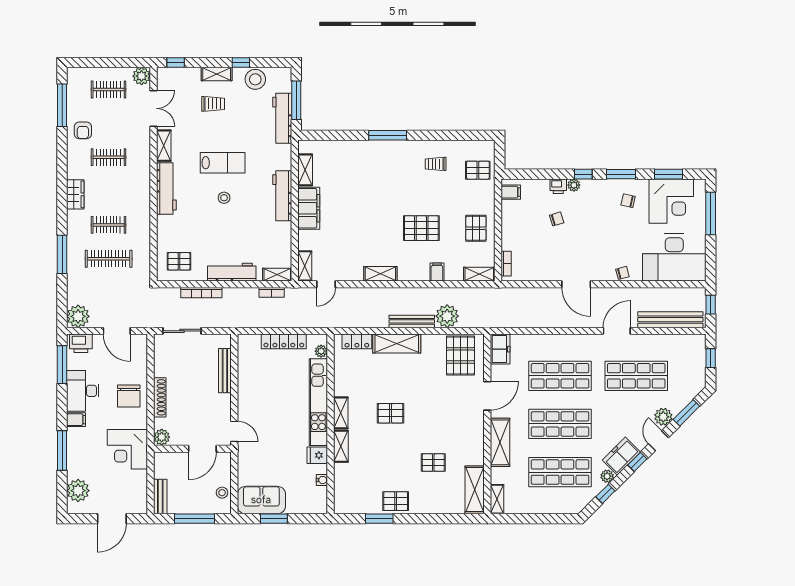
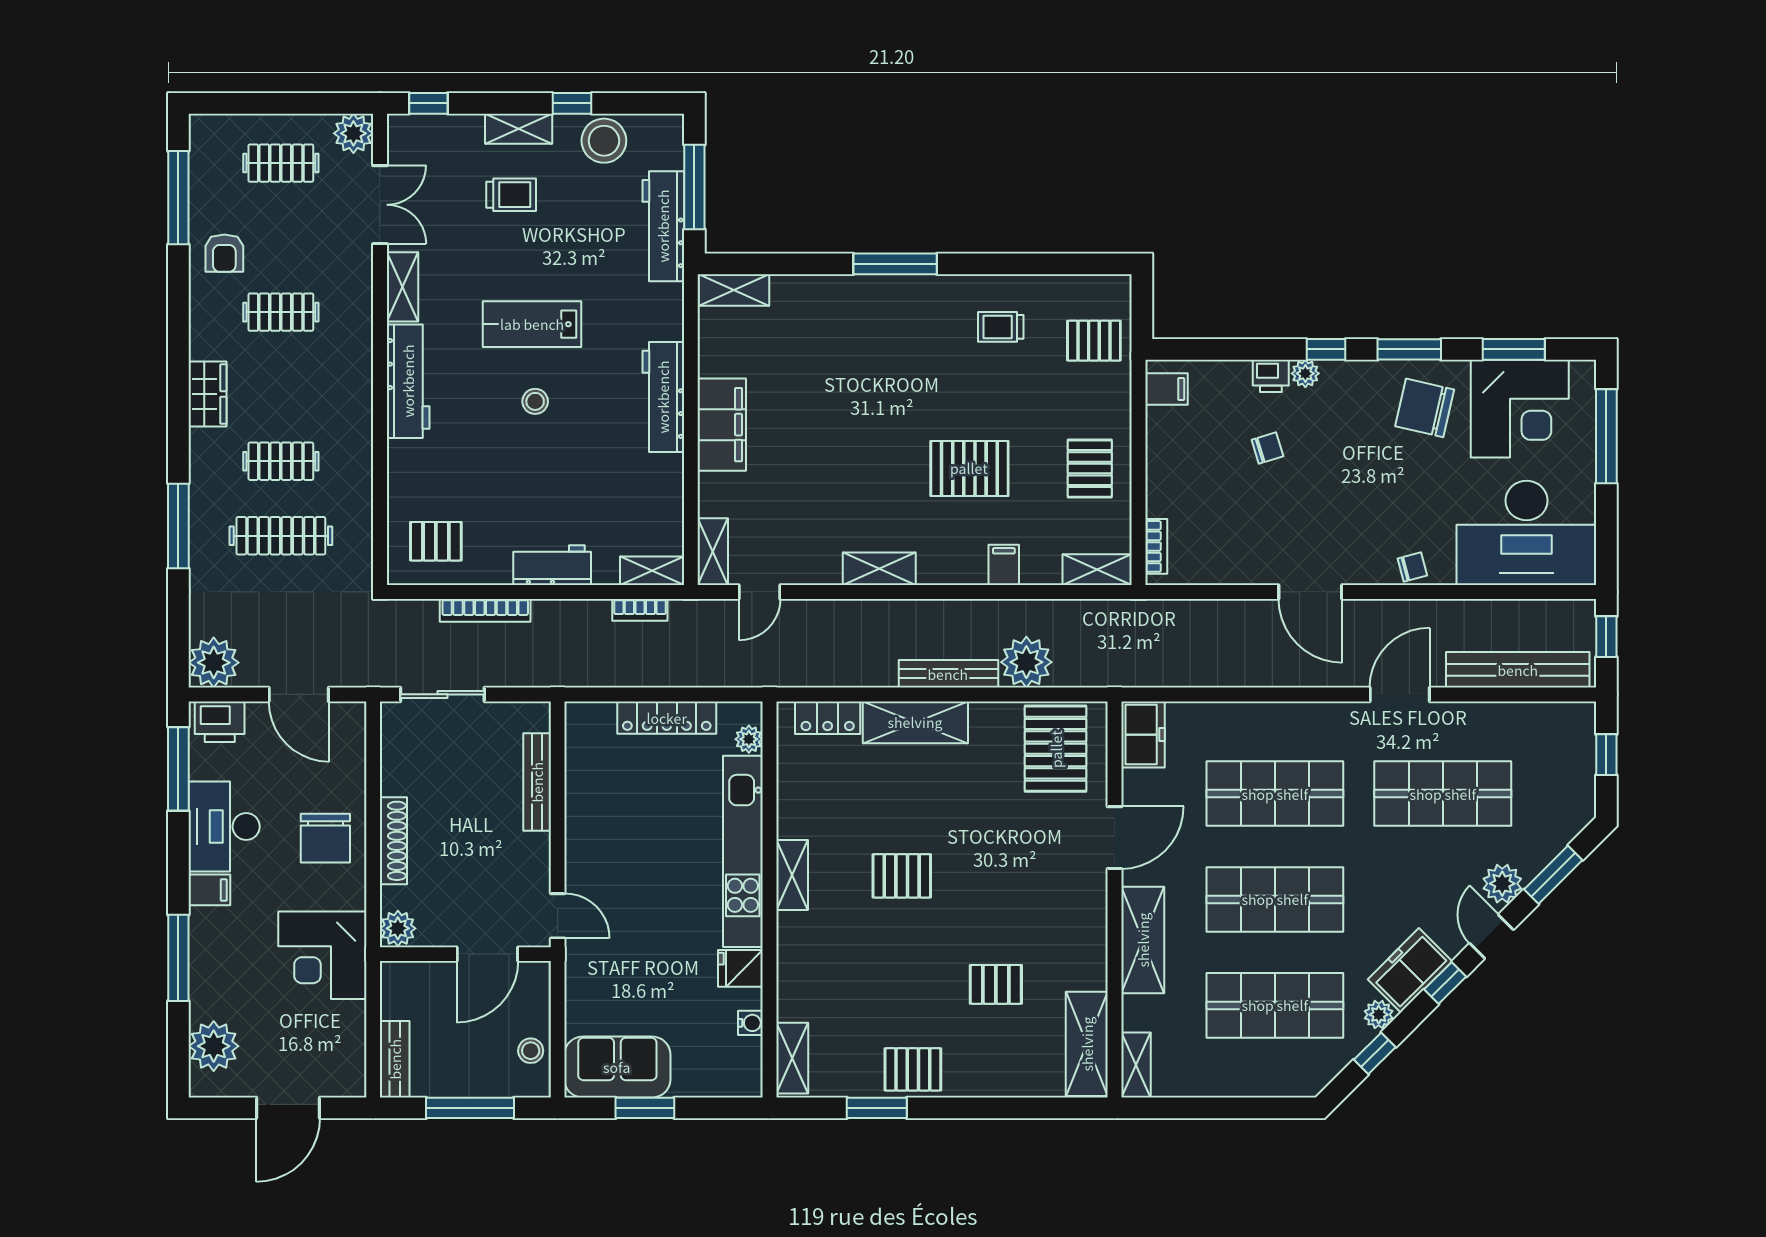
lab bench: (223, 163) -> (532, 324), turned 180
shelving: (305, 170) -> (734, 290), moved, turned 90
chair: (628, 201) -> (1425, 408), width x1.87, depth x1.87
workbench: (232, 272) -> (552, 565), width x0.73
shelving: (341, 446) -> (792, 1058), moved

